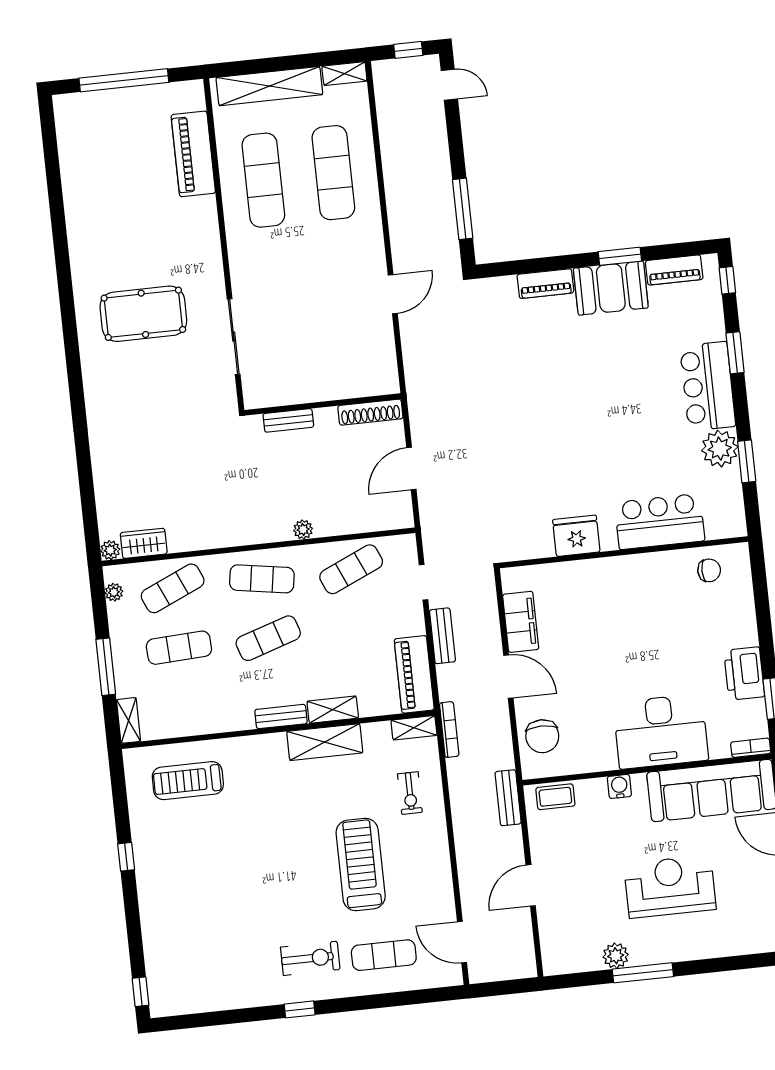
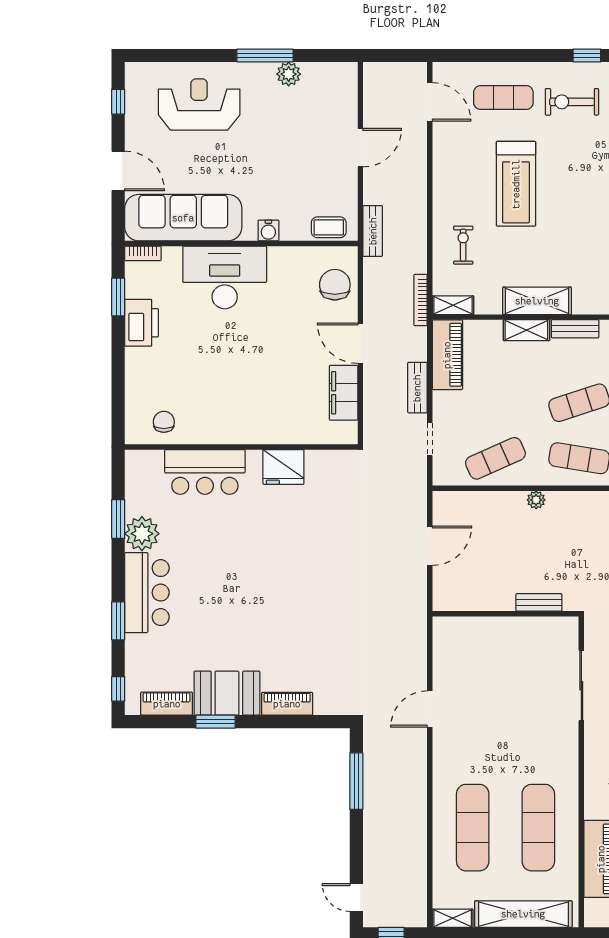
shoe rack: (370, 412) -> (462, 602), removed
chair: (709, 570) -> (164, 422), turned 90
reception desk: (670, 887) -> (199, 105), moved, turned 180

